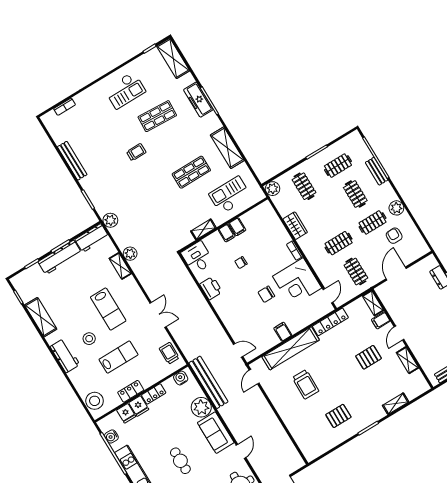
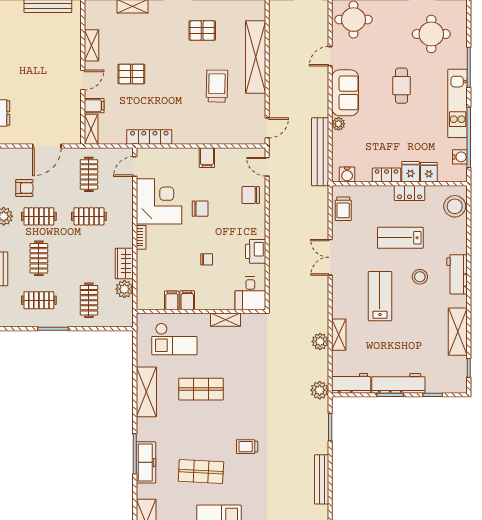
plant: (273, 189) -> (124, 289), moved
filing cabinet: (227, 233) -> (172, 300), moved
armchair: (394, 236) -> (24, 188), turned -90
chair: (238, 324) -> (251, 195), added
shelving: (291, 348) -> (256, 57), moved, turned 90
plant: (201, 407) -> (338, 124), width x0.53, depth x0.53

